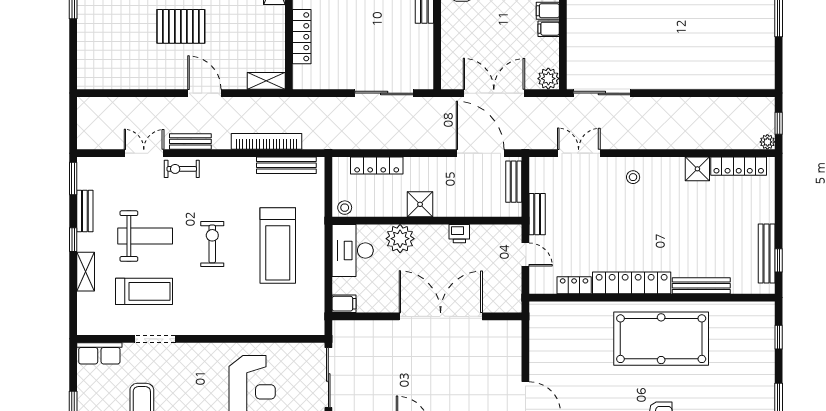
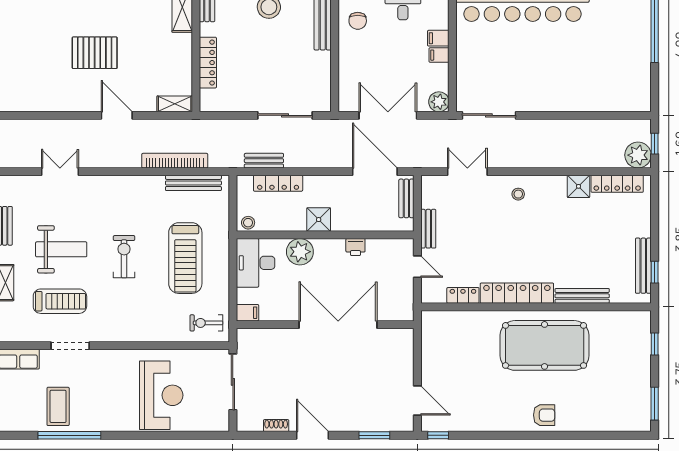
bench: (190, 141) -> (264, 161), moved
plant: (767, 142) -> (638, 155), width x1.88, depth x1.88
exercise bike: (182, 169) -> (206, 323), moved

